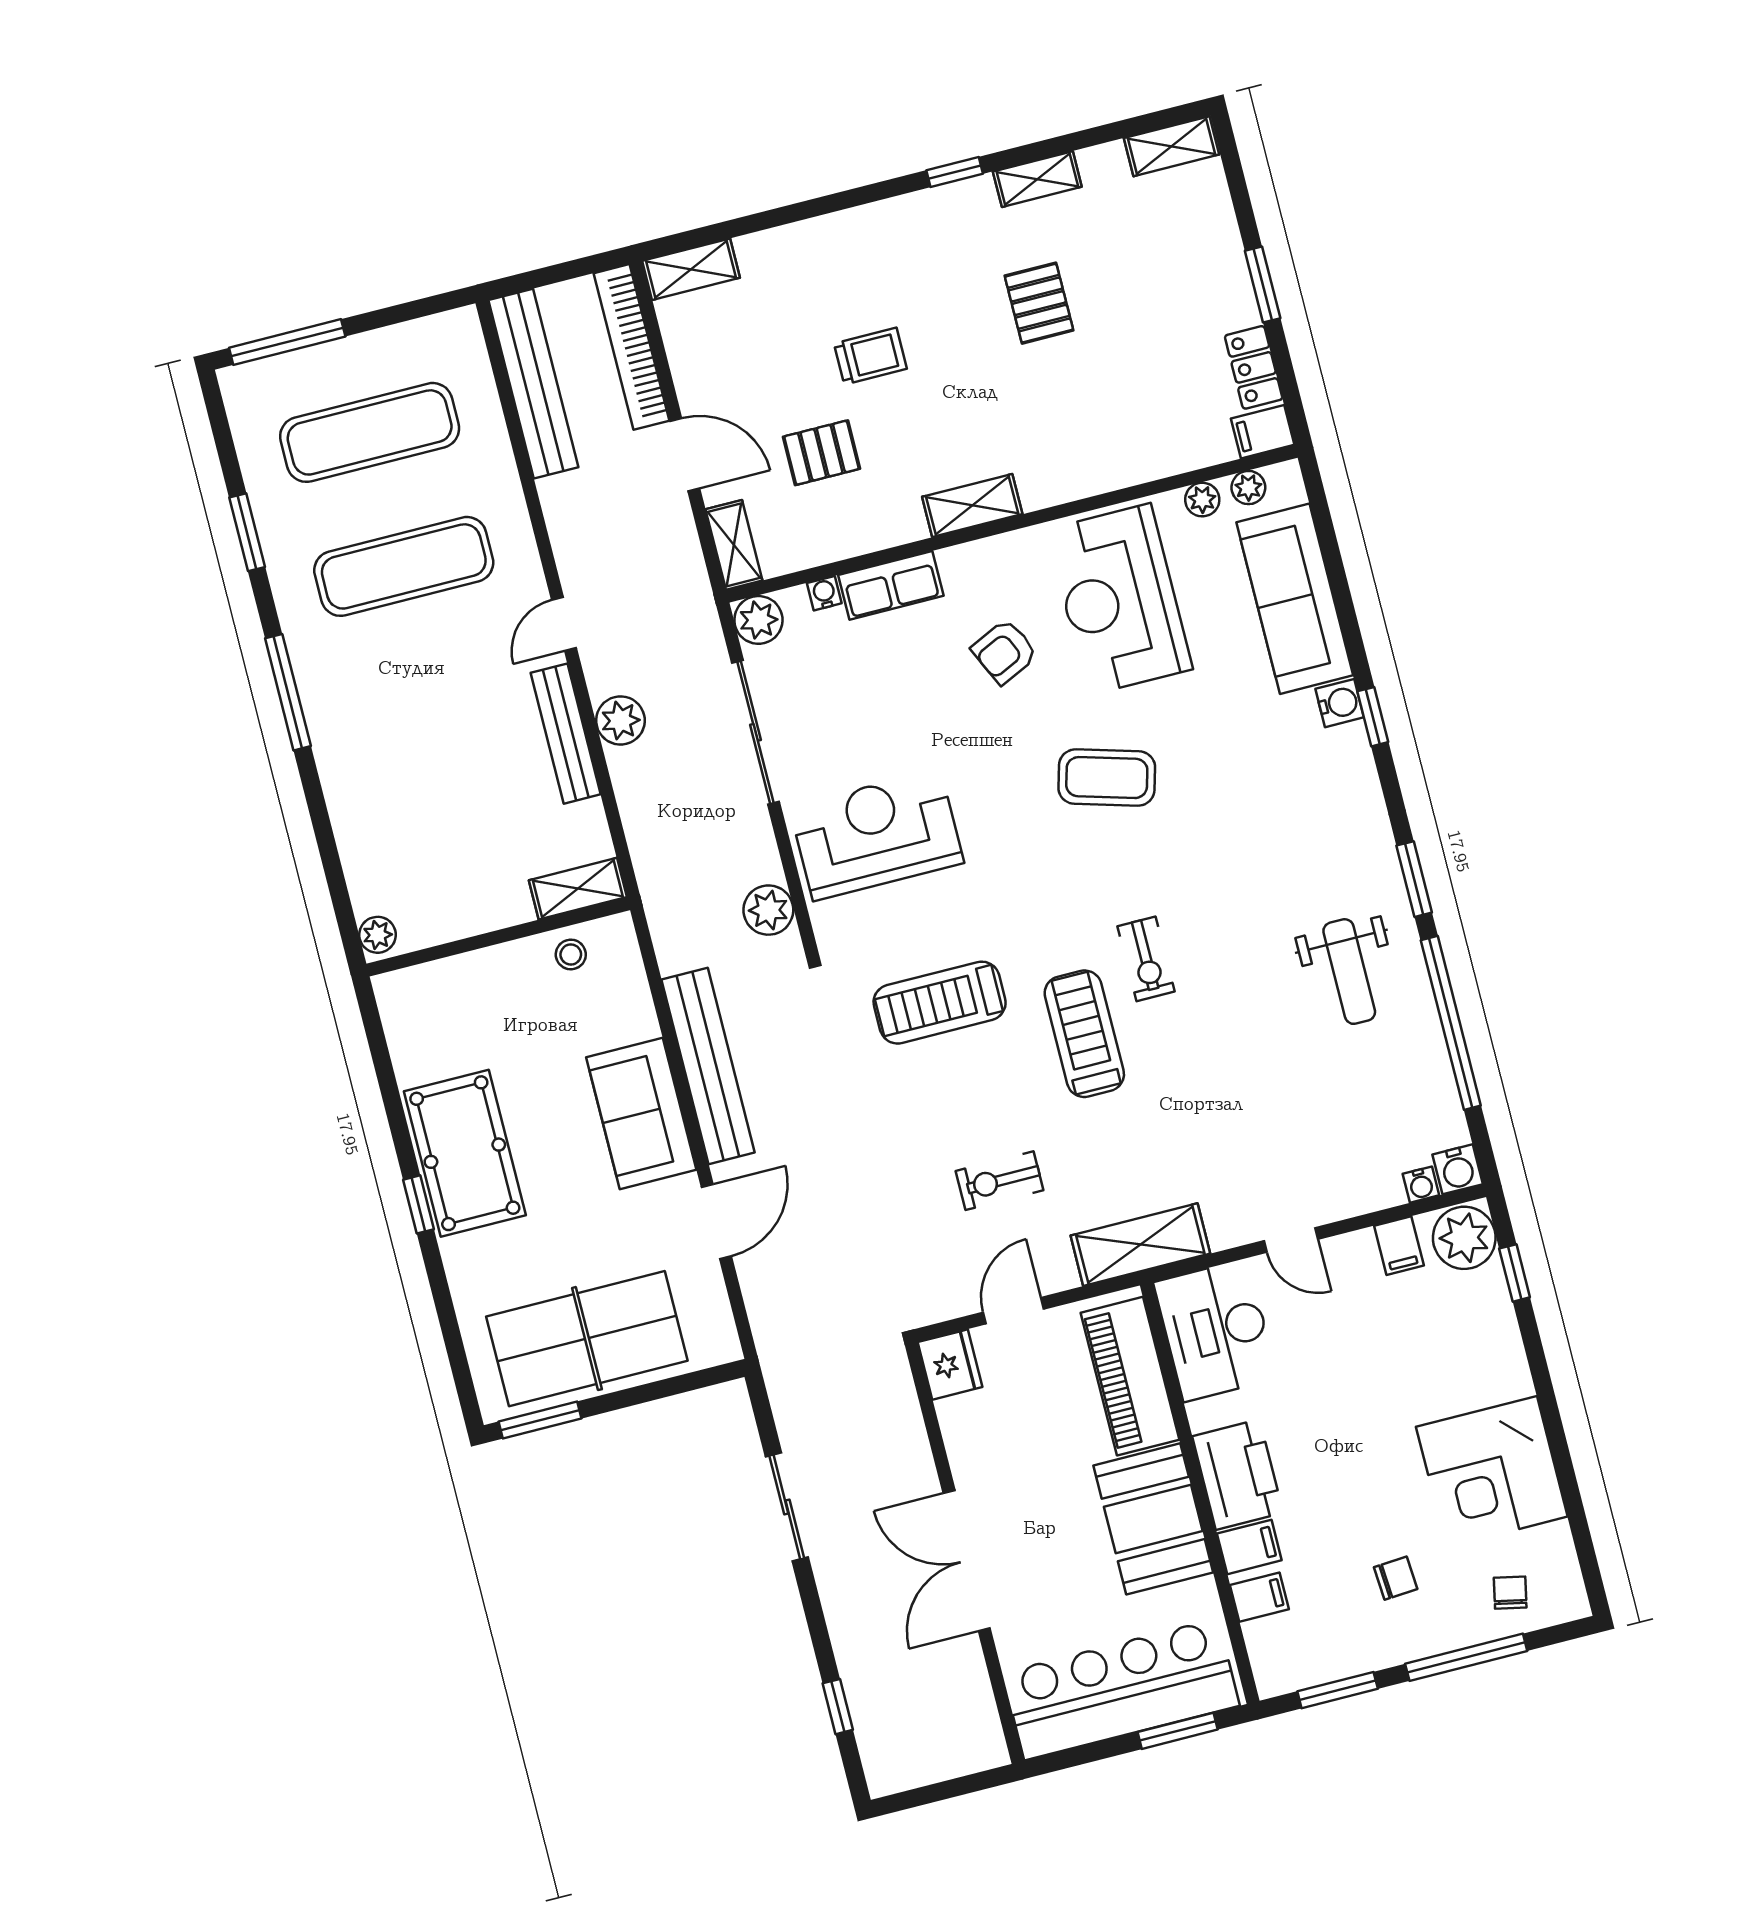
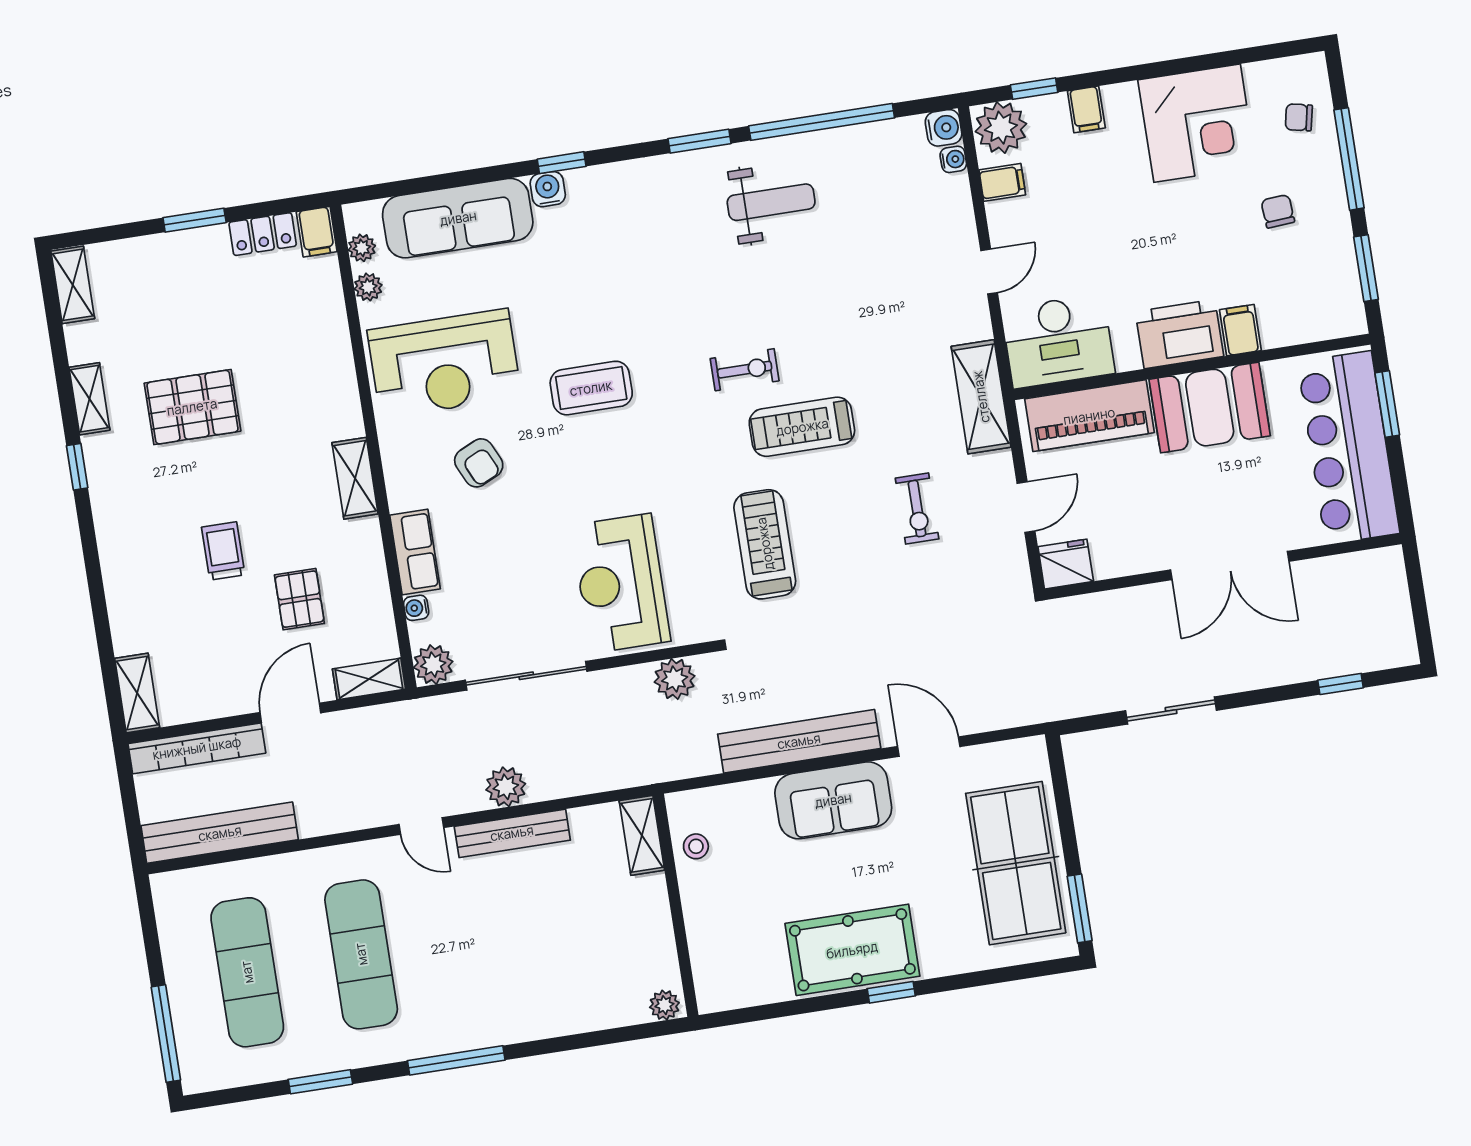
pallet: (1039, 303) -> (192, 407), width x1.50, depth x1.42
coffee table: (1107, 778) -> (591, 388), turned 74
treadmill: (940, 1003) -> (765, 544), turned 180
door: (1014, 1311) -> (1026, 507), swing flipped
filing cabinet: (1259, 1597) -> (1086, 109), moved, turned 180

